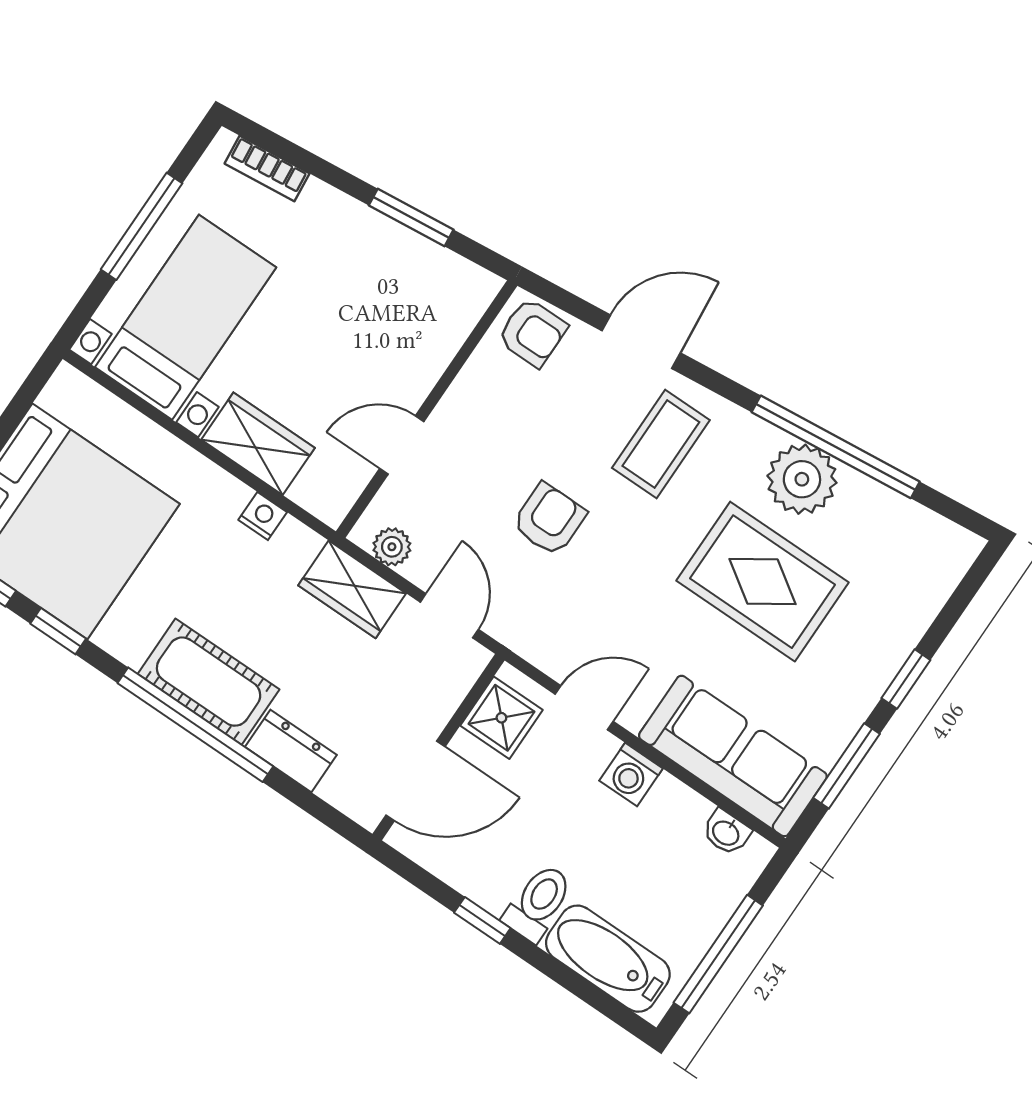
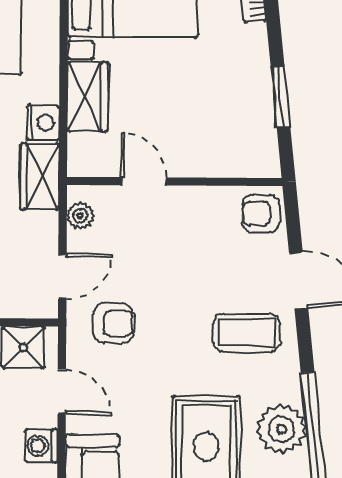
armchair: (532, 333) -> (261, 213), turned 90
nightstand: (263, 516) -> (43, 123), width x1.39, depth x1.35
armchair: (549, 519) -> (113, 323), moved
wardrobe: (352, 589) -> (40, 176), moved

